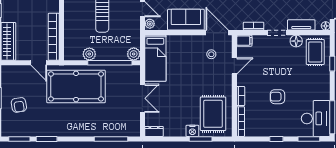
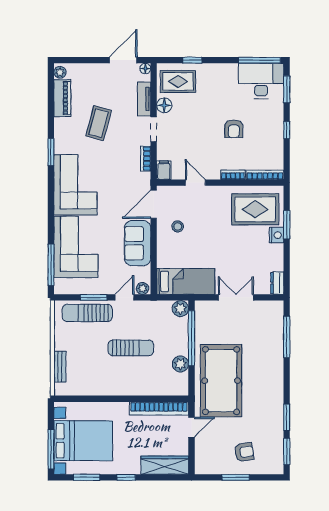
stool: (211, 54) -> (178, 226), moved

